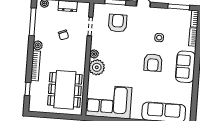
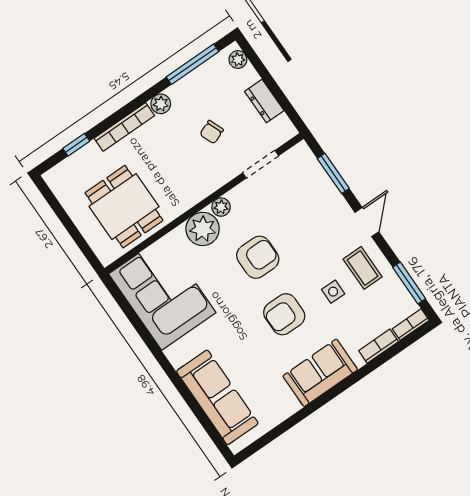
coffee table: (159, 20) -> (363, 268), added
armchair: (118, 23) -> (258, 257), moved
dining table: (65, 90) -> (124, 207), width x0.73

